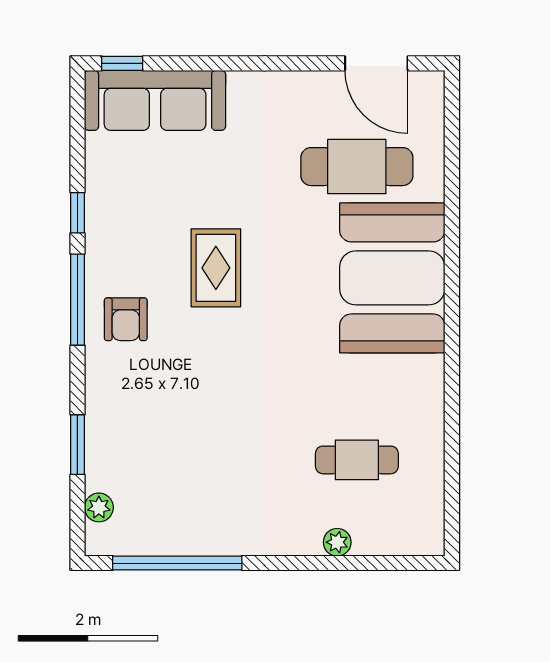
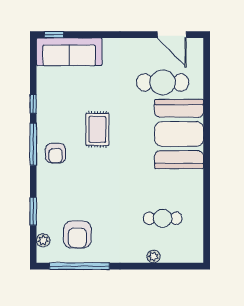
armchair: (173, 495) -> (77, 234), added

